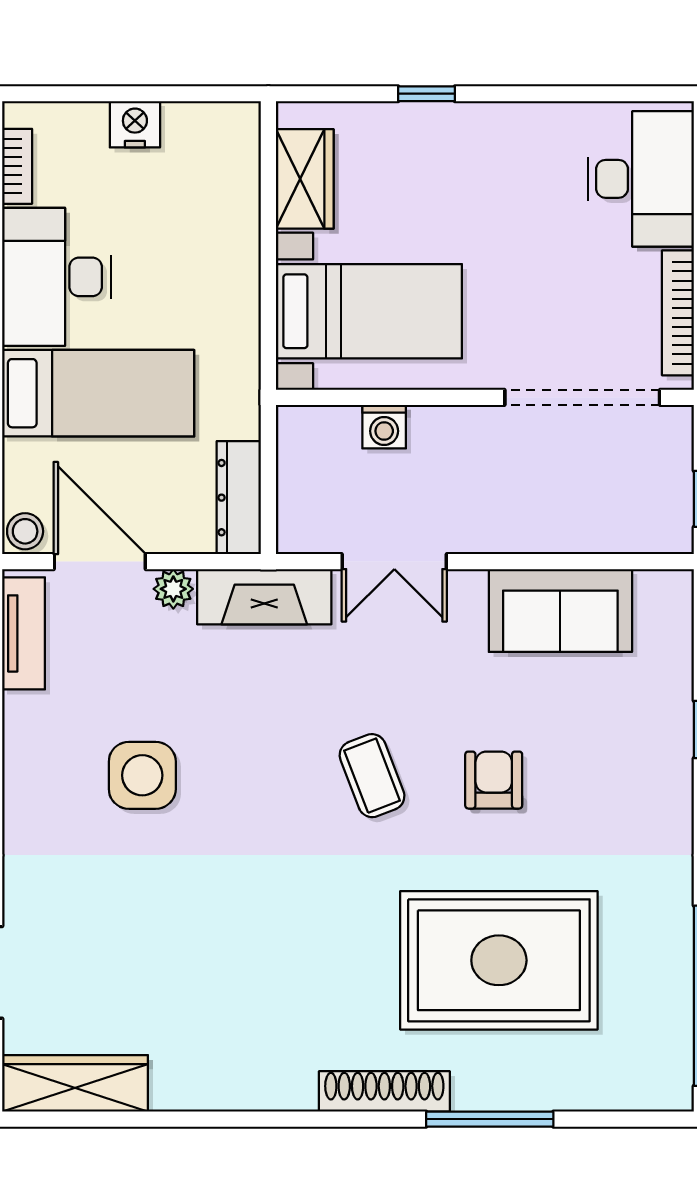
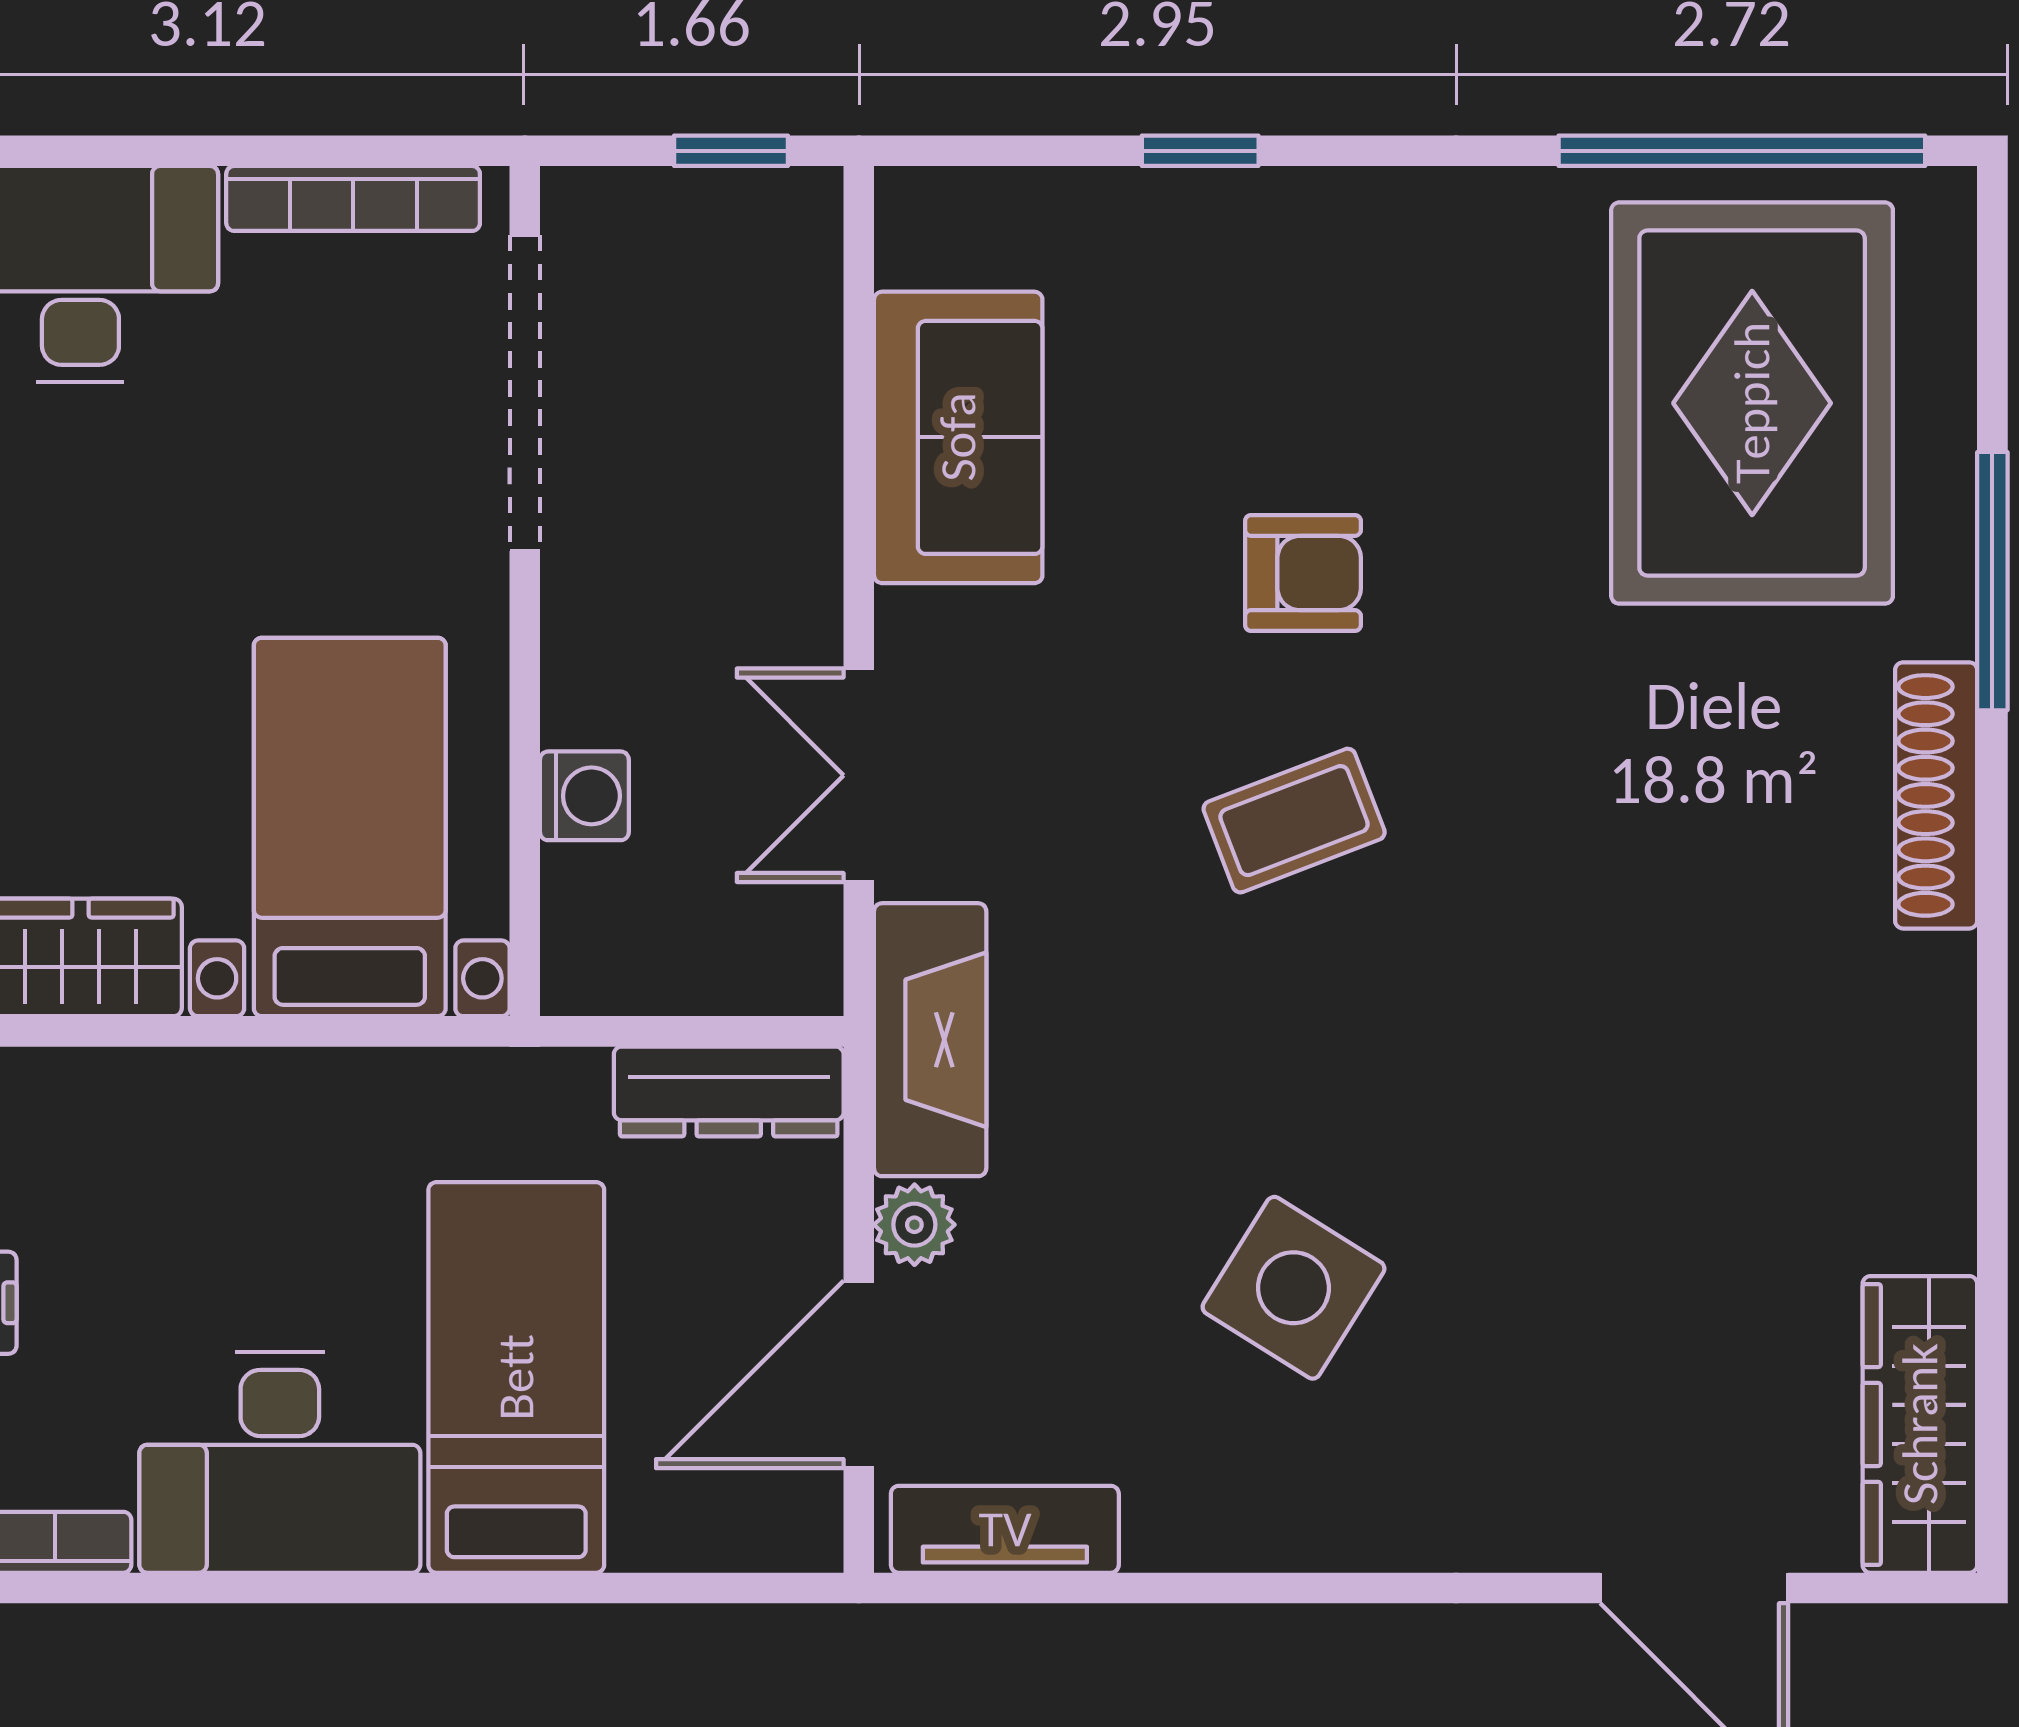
stool: (25, 531) -> (797, 1526), removed
double door: (394, 562) -> (859, 775), swing flipped
side table: (142, 775) -> (1293, 1288), turned 32
armchair: (494, 780) -> (1303, 573), turned 180
rug: (499, 960) -> (1752, 403), moved

